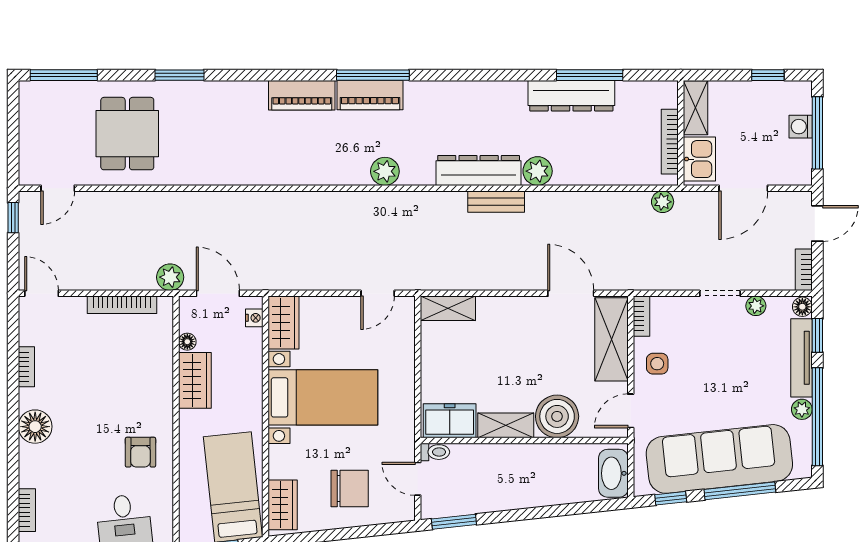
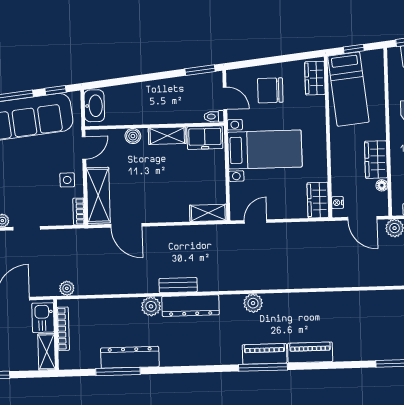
bed with nightstands: (323, 397) -> (265, 150), moved, turned 180
boiler: (557, 416) -> (133, 136), width x0.54, depth x0.54

